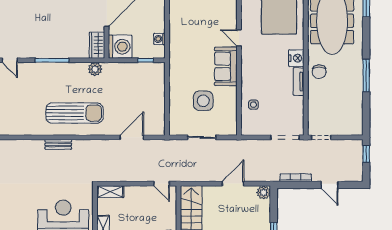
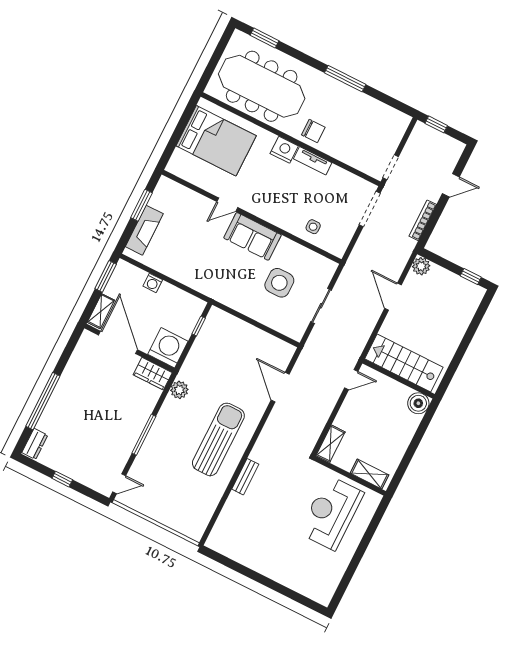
washing machine: (159, 39) -> (153, 283), moved

